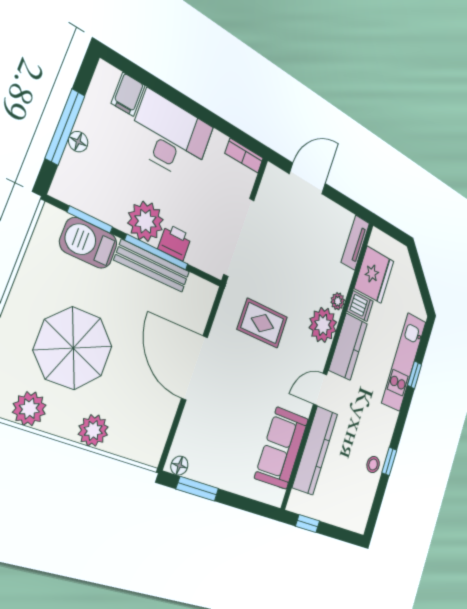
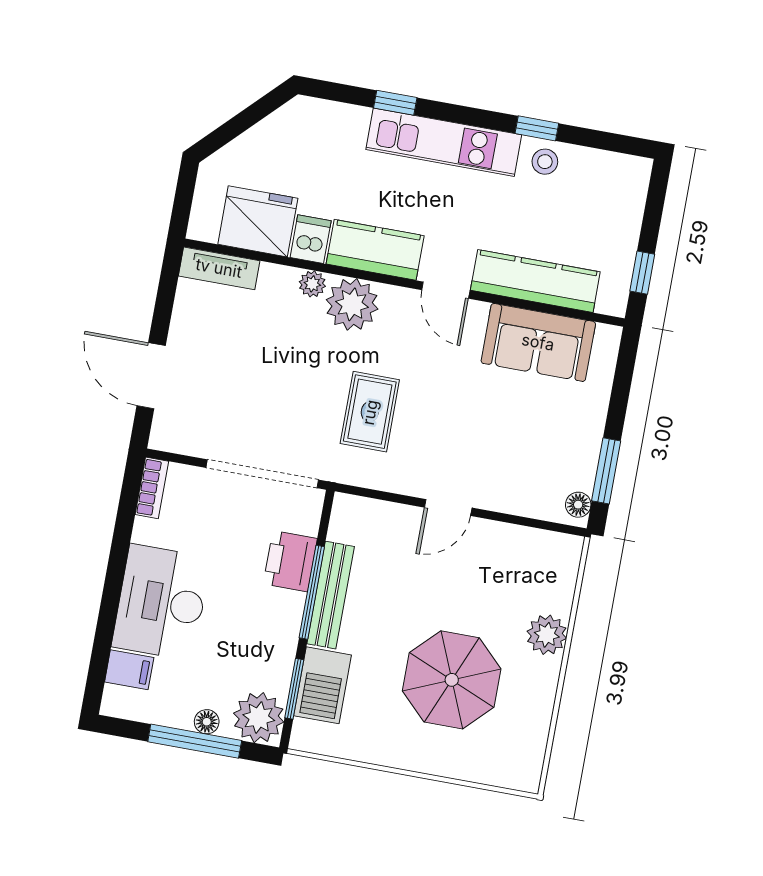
plant: (146, 221) -> (259, 718), moved
printer: (175, 242) -> (290, 561), width x1.36, depth x1.24
kitchen unit: (404, 362) -> (444, 142), moved
door: (195, 368) -> (448, 508), width x0.53
plant: (29, 409) -> (531, 720), removed

